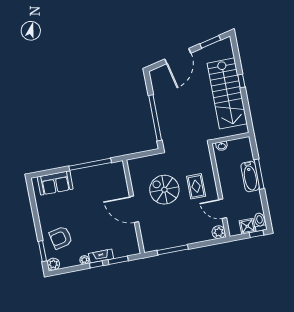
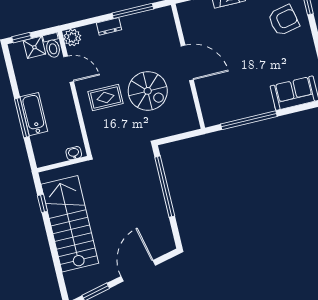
window: (241, 81) -> (42, 203), moved
rug: (196, 186) -> (106, 97), turned 90
toilet: (260, 222) -> (52, 46), moved
dresser: (191, 239) -> (109, 26), added

